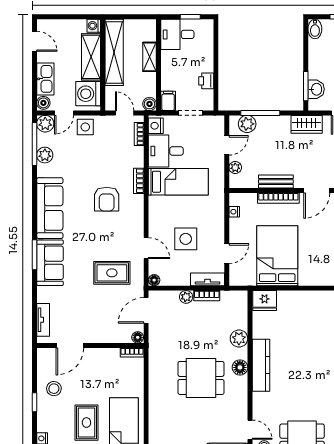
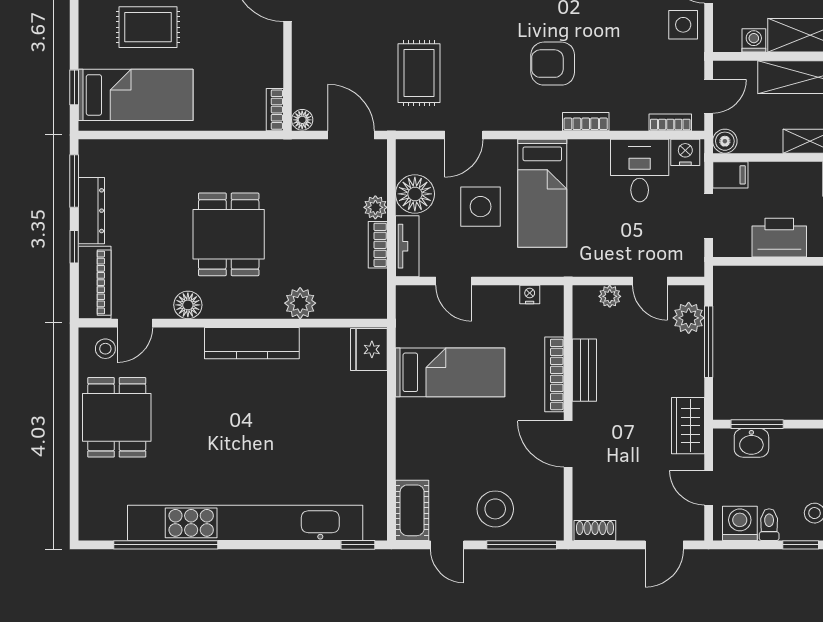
printer: (206, 81) -> (779, 238), width x1.87, depth x1.48
washing machine: (88, 94) -> (754, 40), width x0.53, depth x0.53
bed: (178, 182) -> (542, 193), moved
bed: (277, 256) -> (450, 372), width x0.67
floor lamp: (154, 280) -> (415, 194), moved, width x1.89, depth x1.89
floor lamp: (240, 367) -> (188, 305), moved

